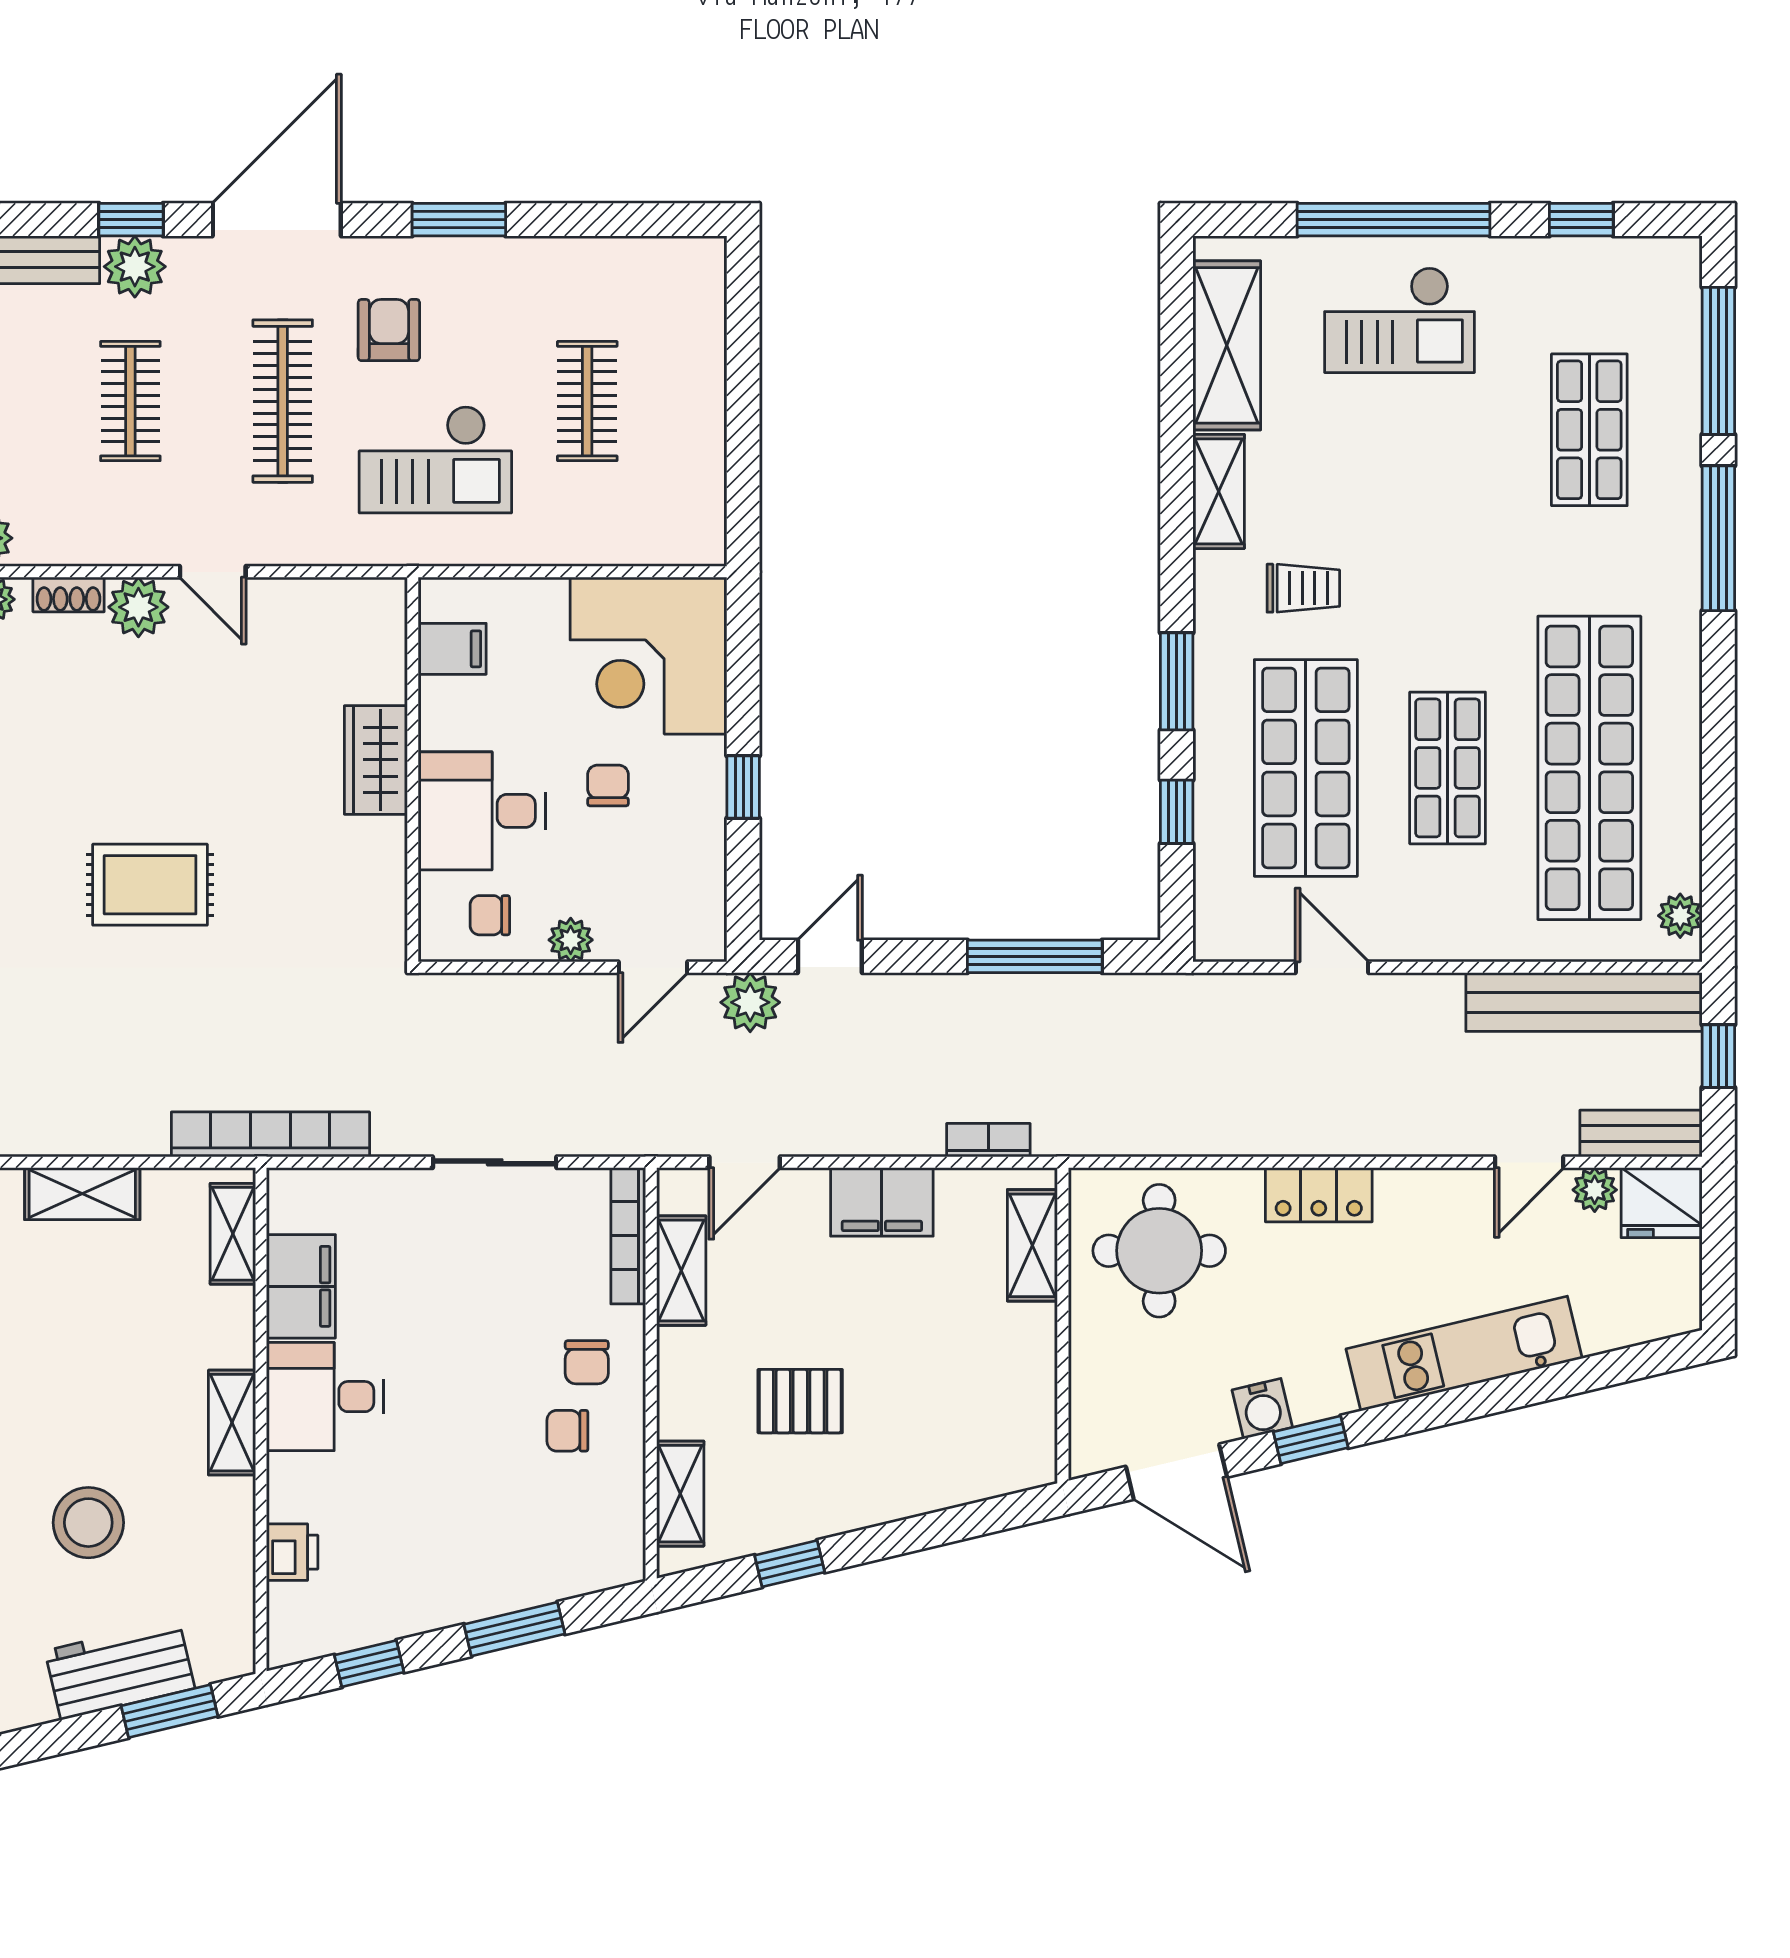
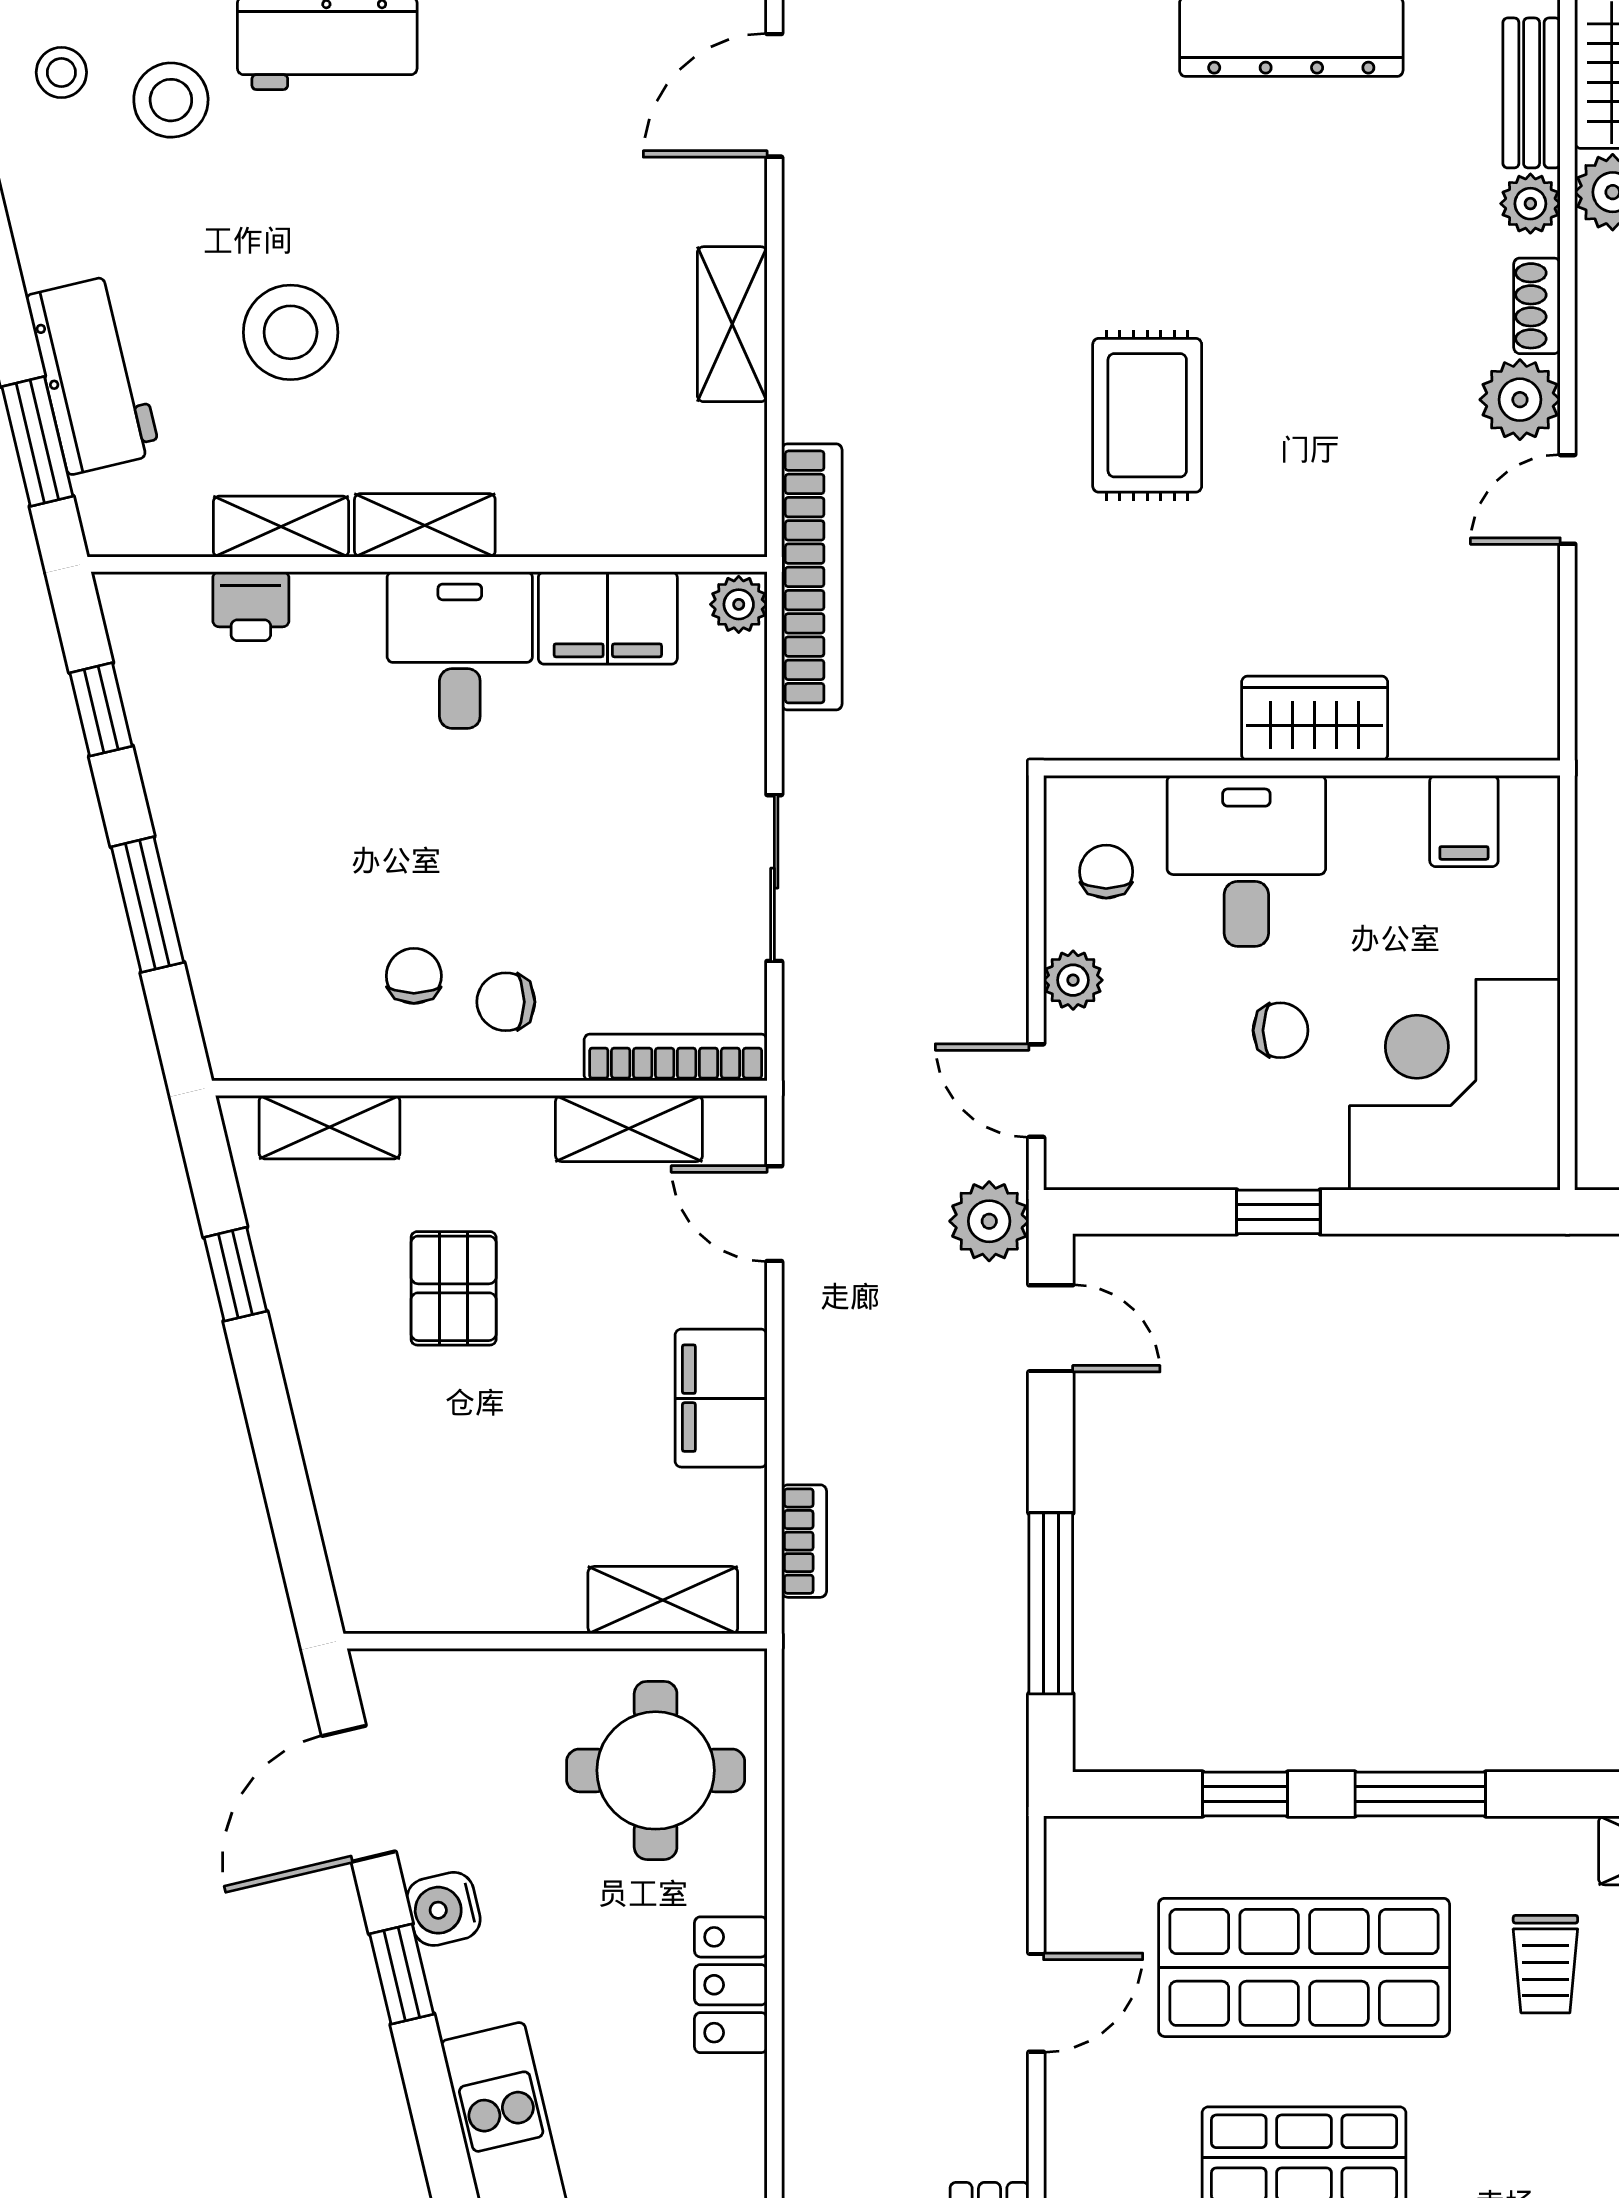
plant: (291, 1189) -> (739, 604), added
shelving: (233, 1234) -> (281, 527), moved

